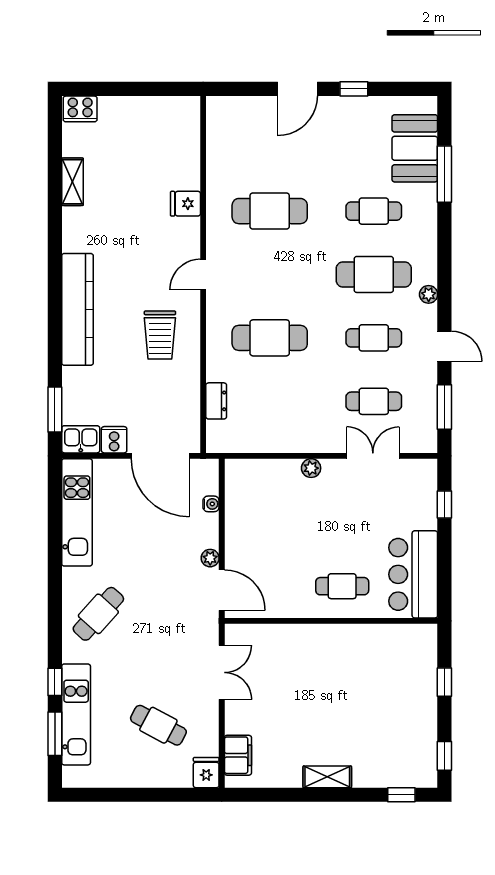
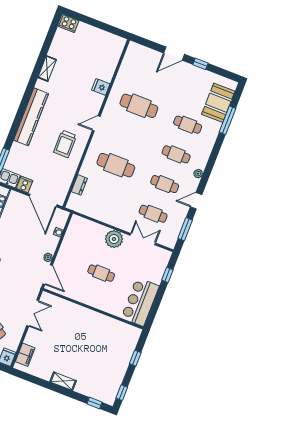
shelving: (73, 182) -> (47, 69), moved
cafe table: (374, 274) -> (176, 154), width x0.73, depth x0.74
door: (444, 346) -> (196, 201), swing flipped
plant: (311, 468) -> (114, 239), width x1.88, depth x1.88
cafe table: (342, 586) -> (101, 273), moved

